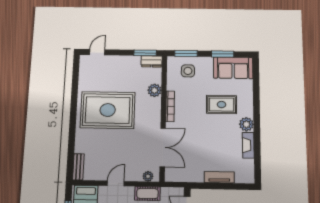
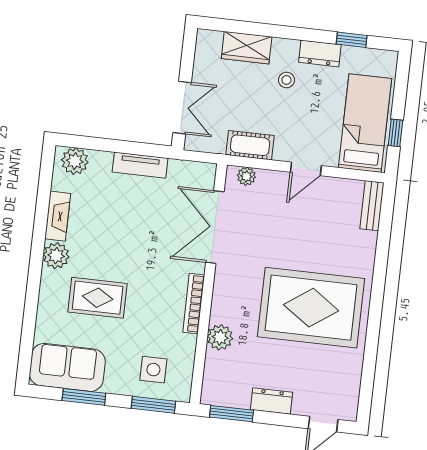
dresser: (152, 61) -> (272, 401), moved
plant: (243, 176) -> (75, 161), added
tv unit: (219, 177) -> (140, 165), moved

